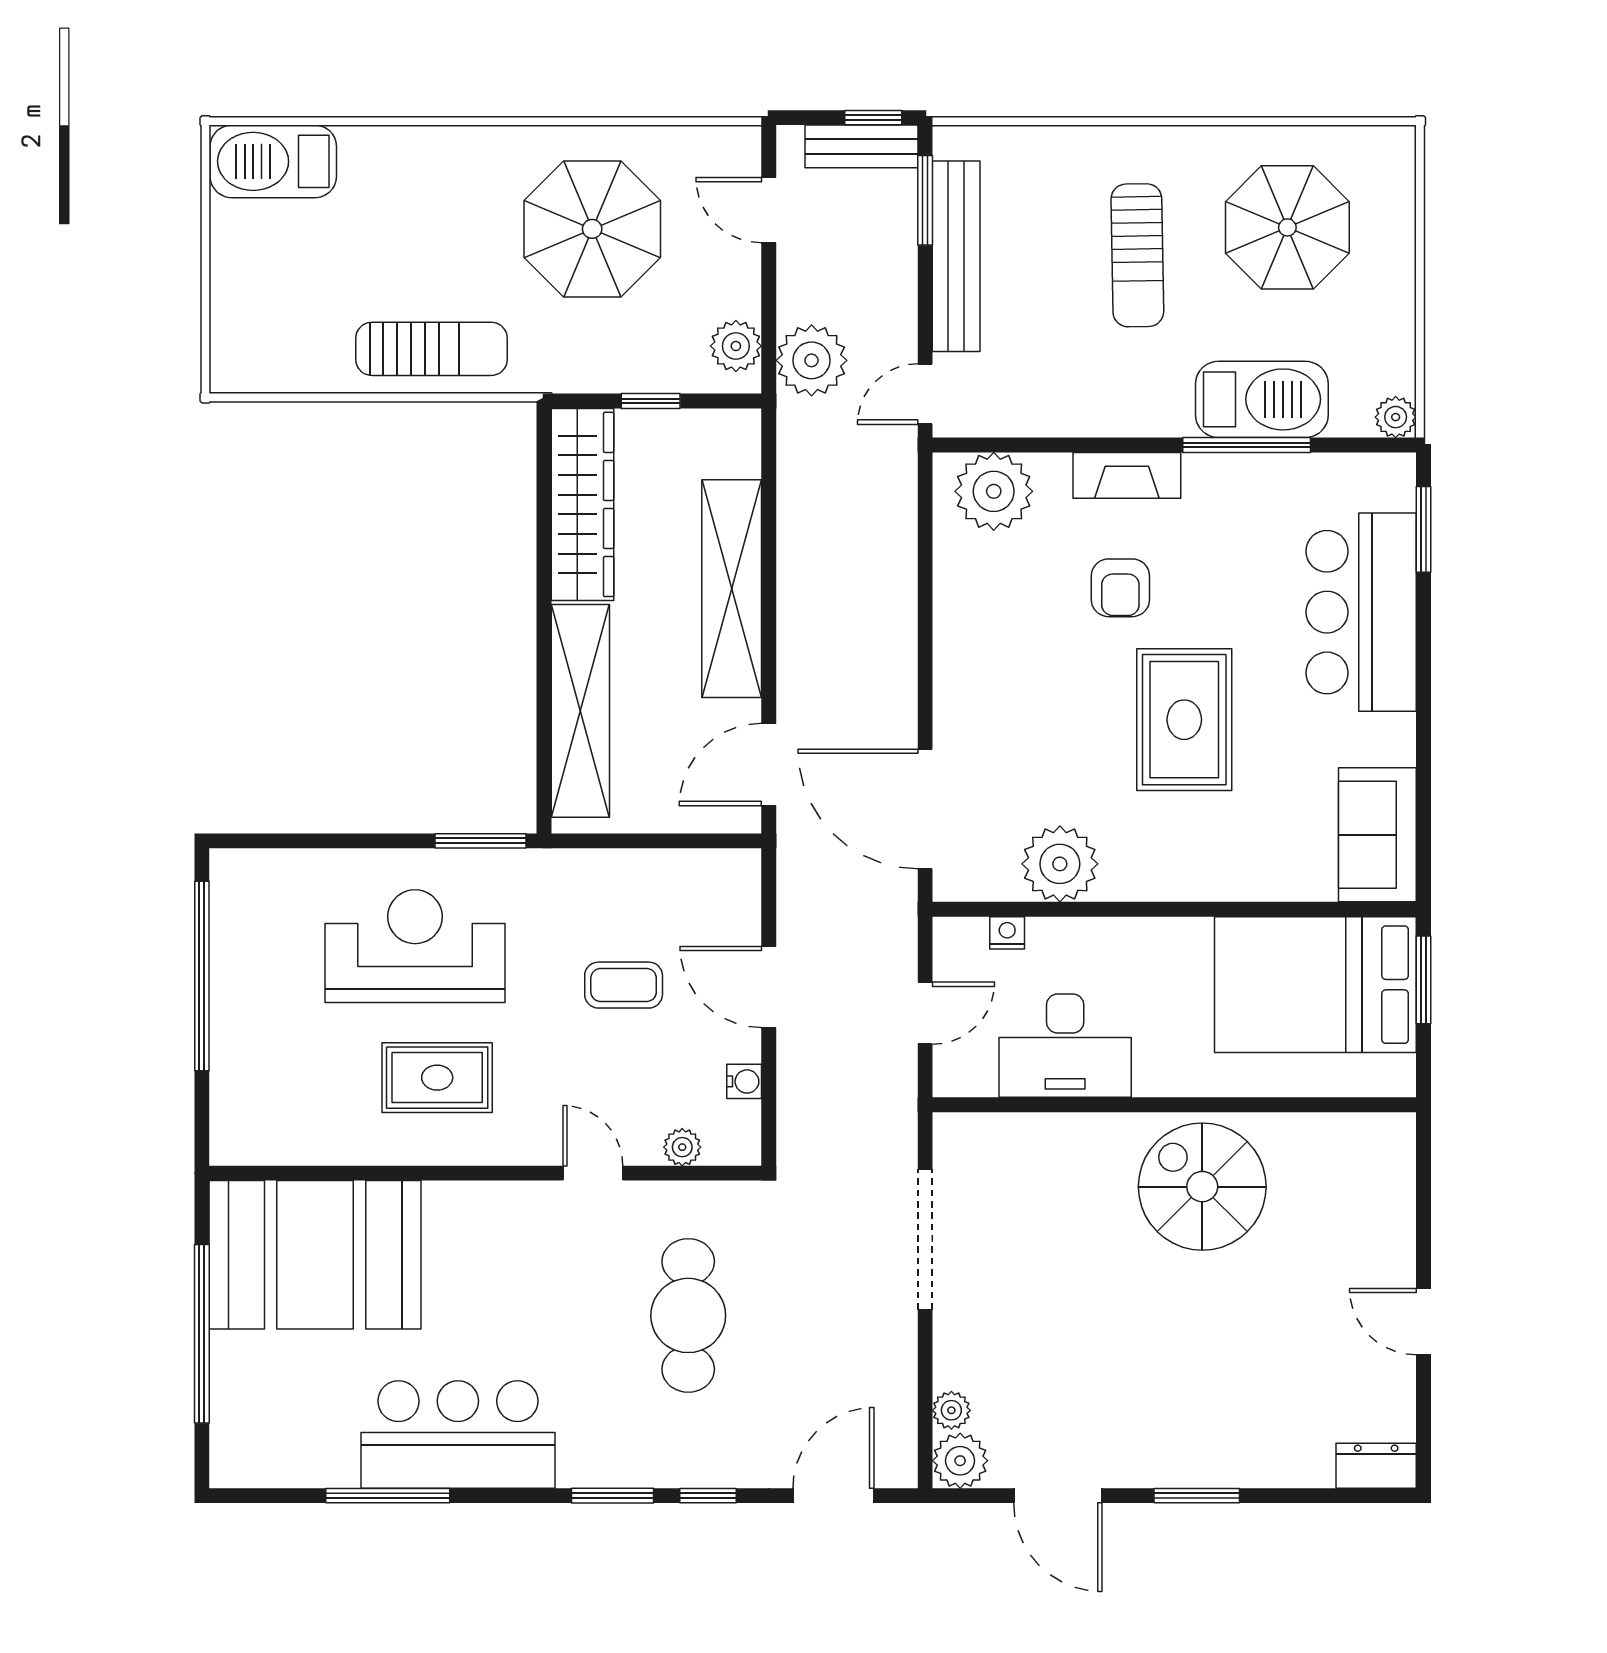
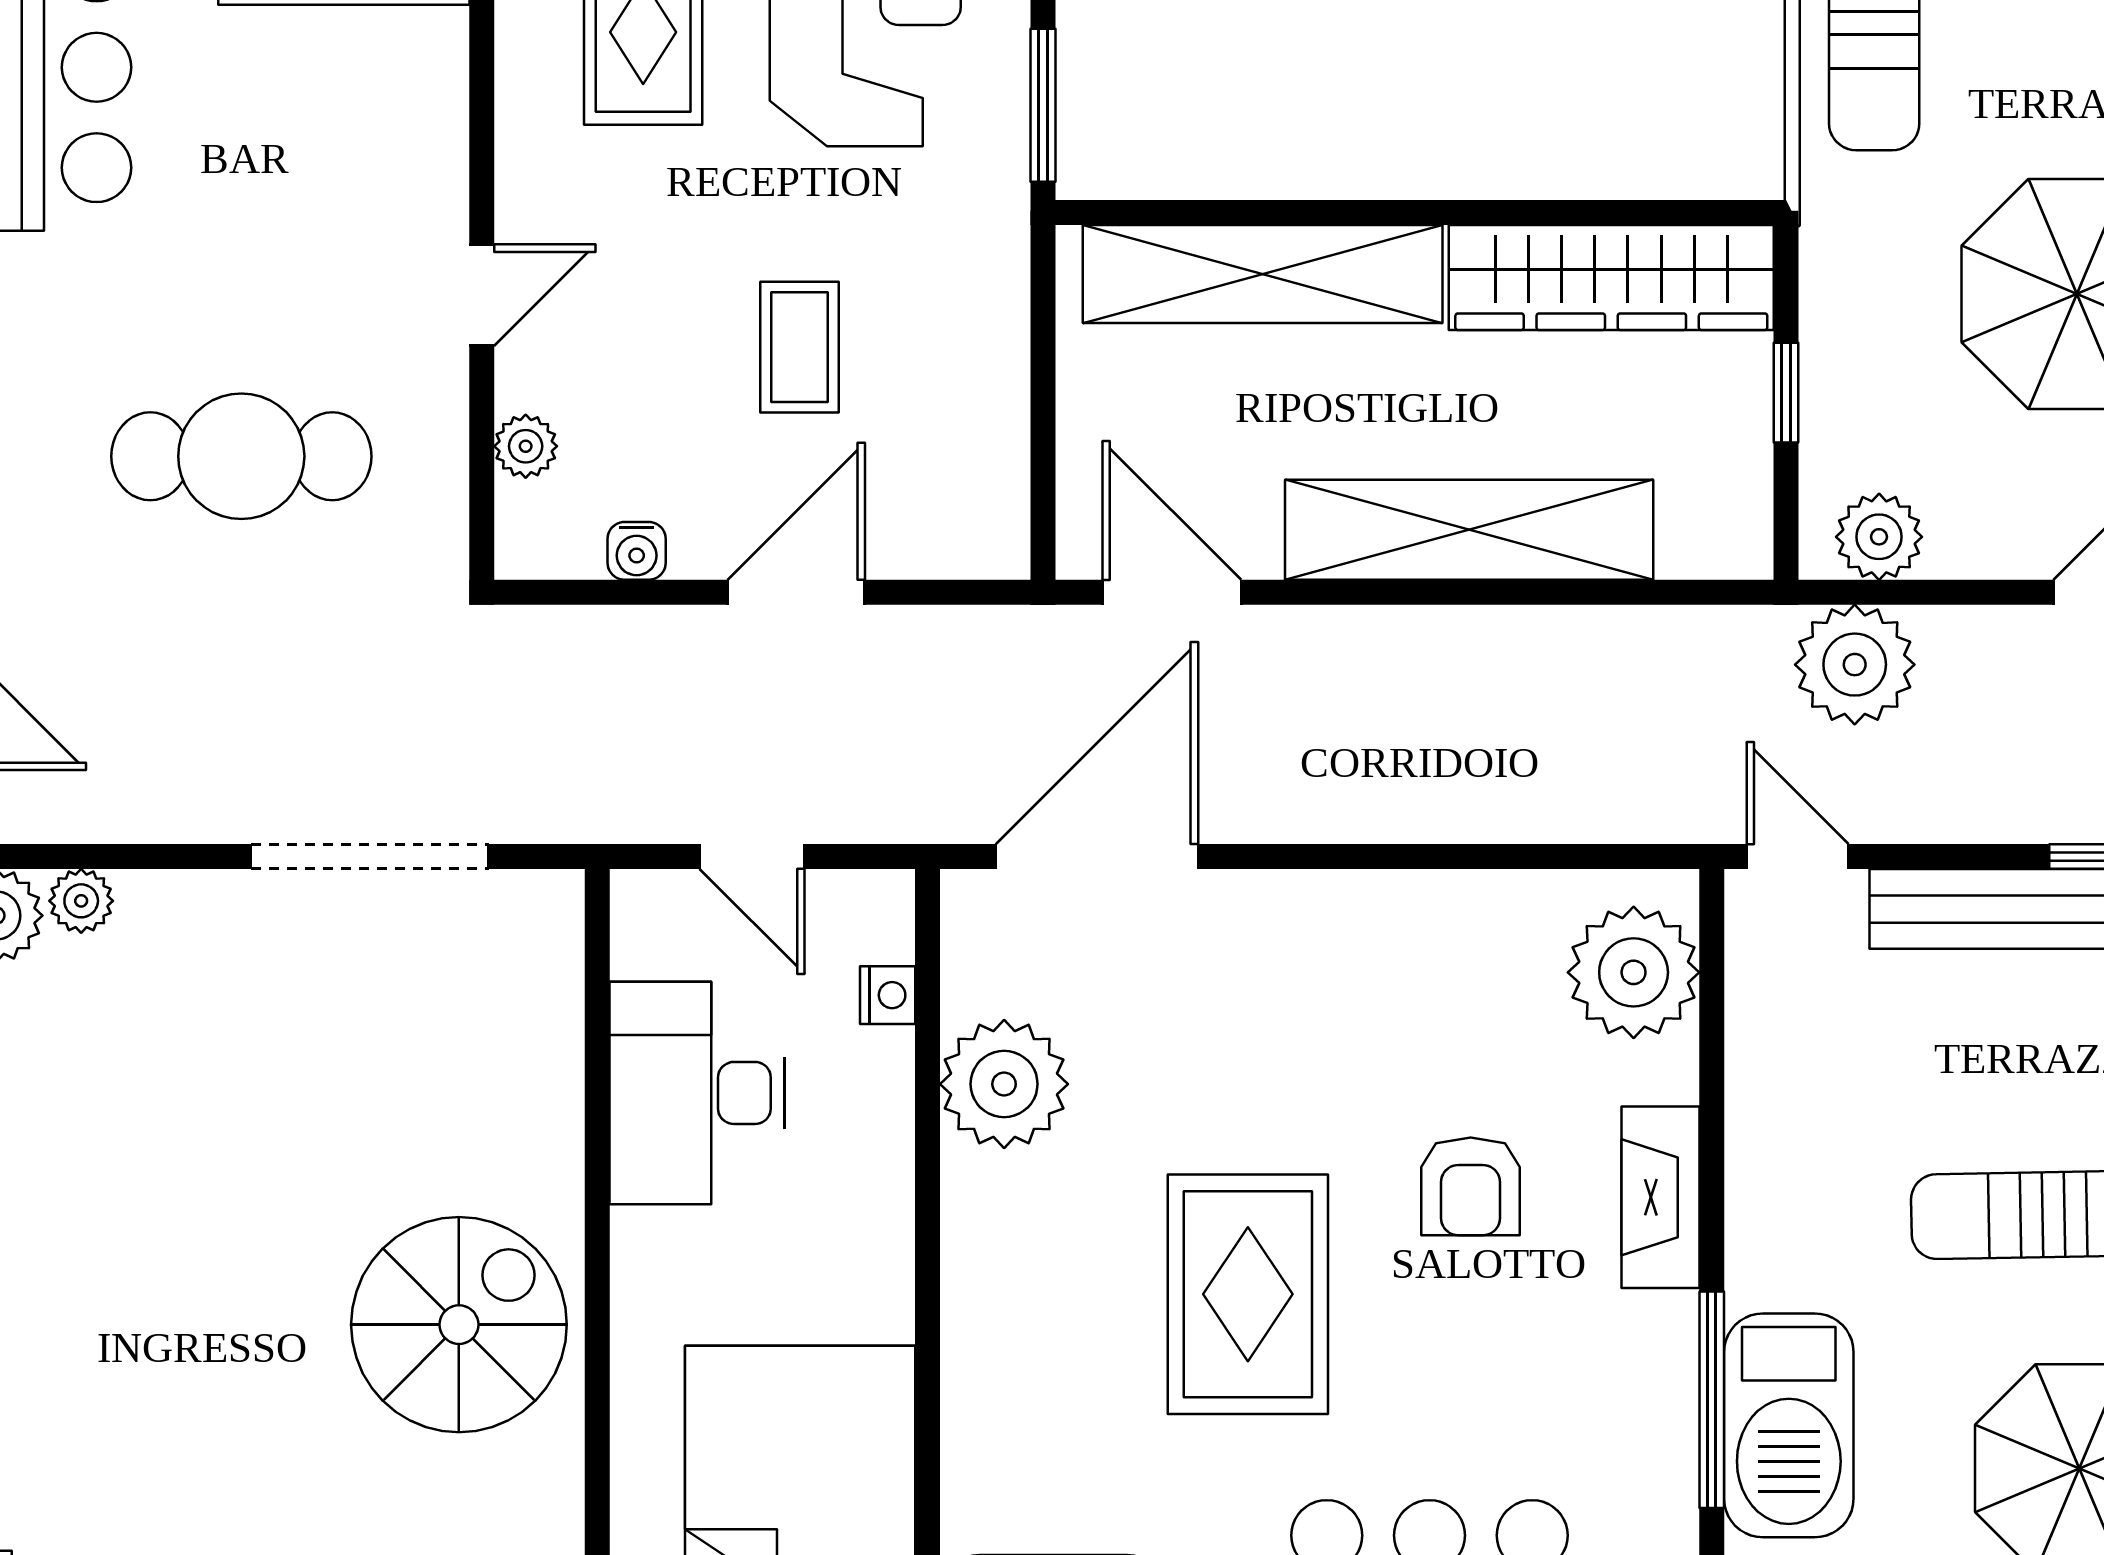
armchair: (1120, 588) -> (1471, 1186), turned -90
rug: (1184, 720) -> (1248, 1294), turned 90

